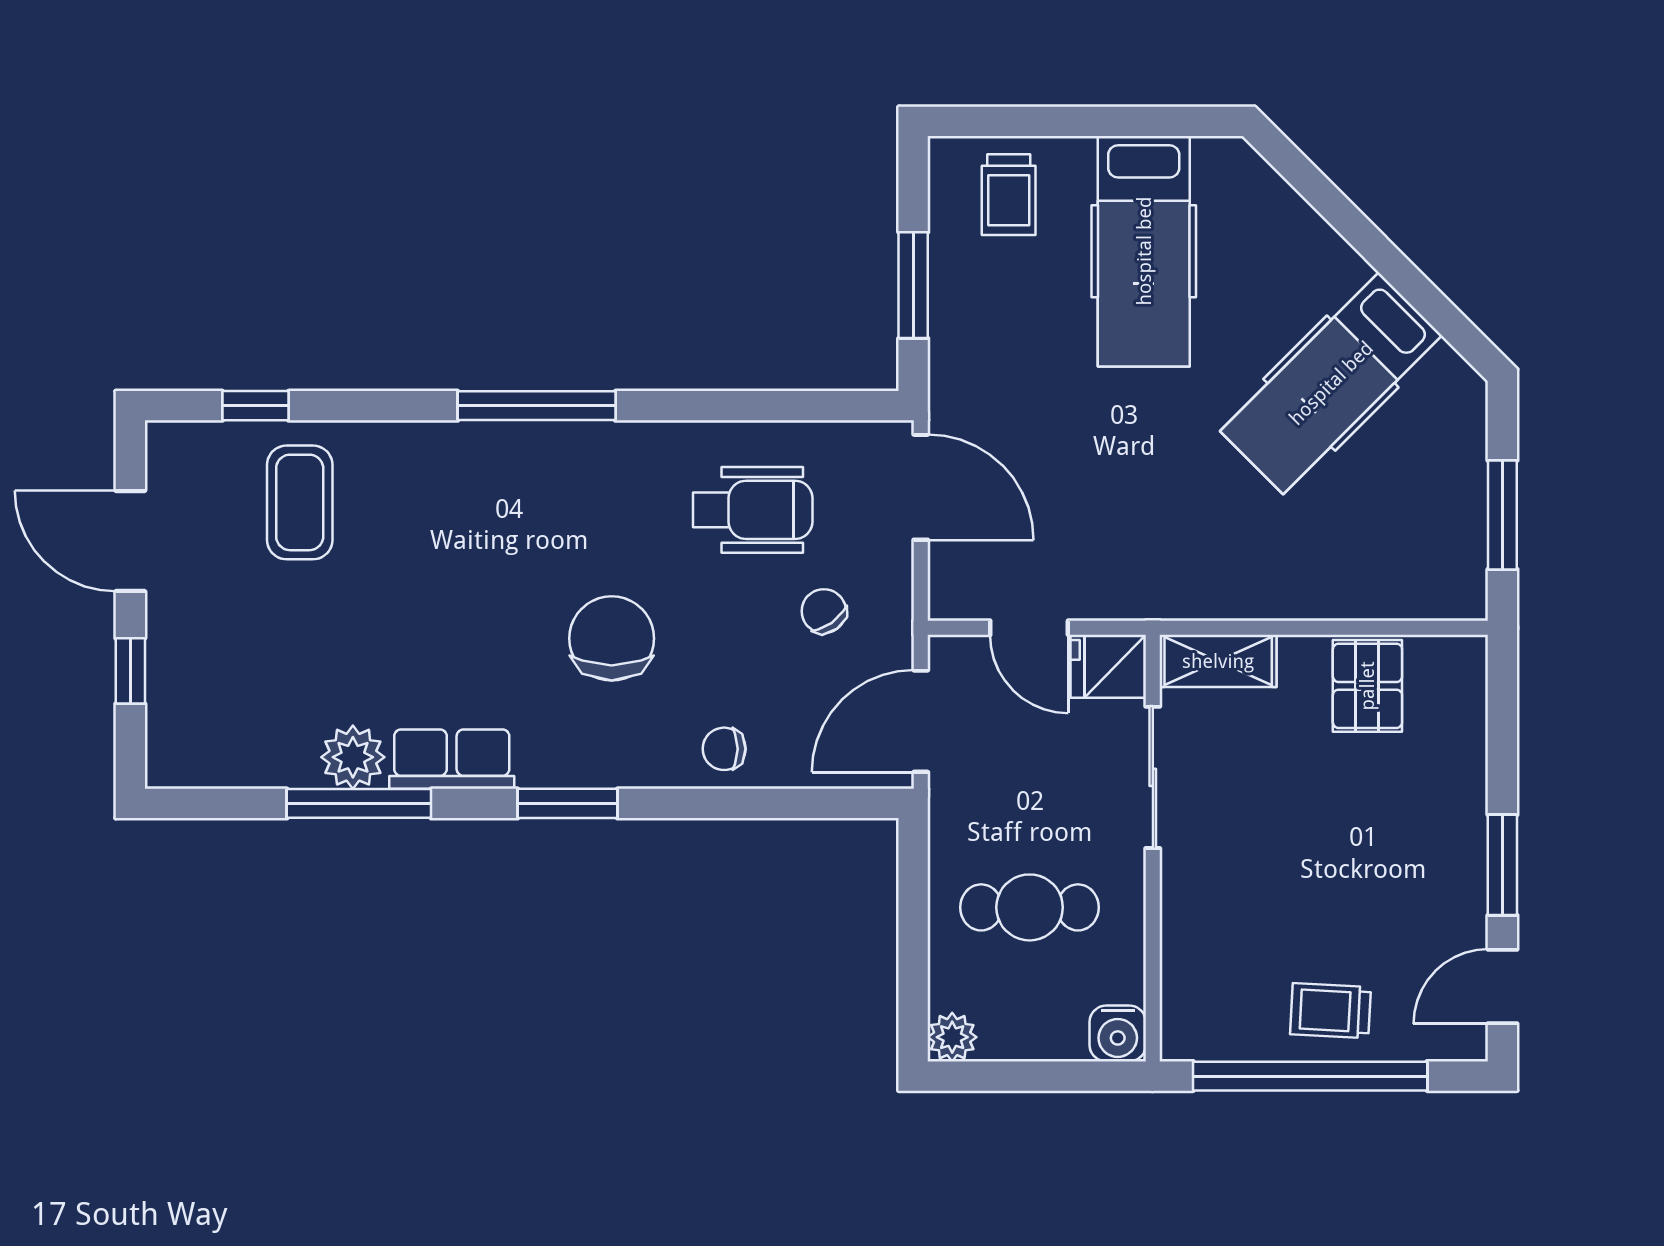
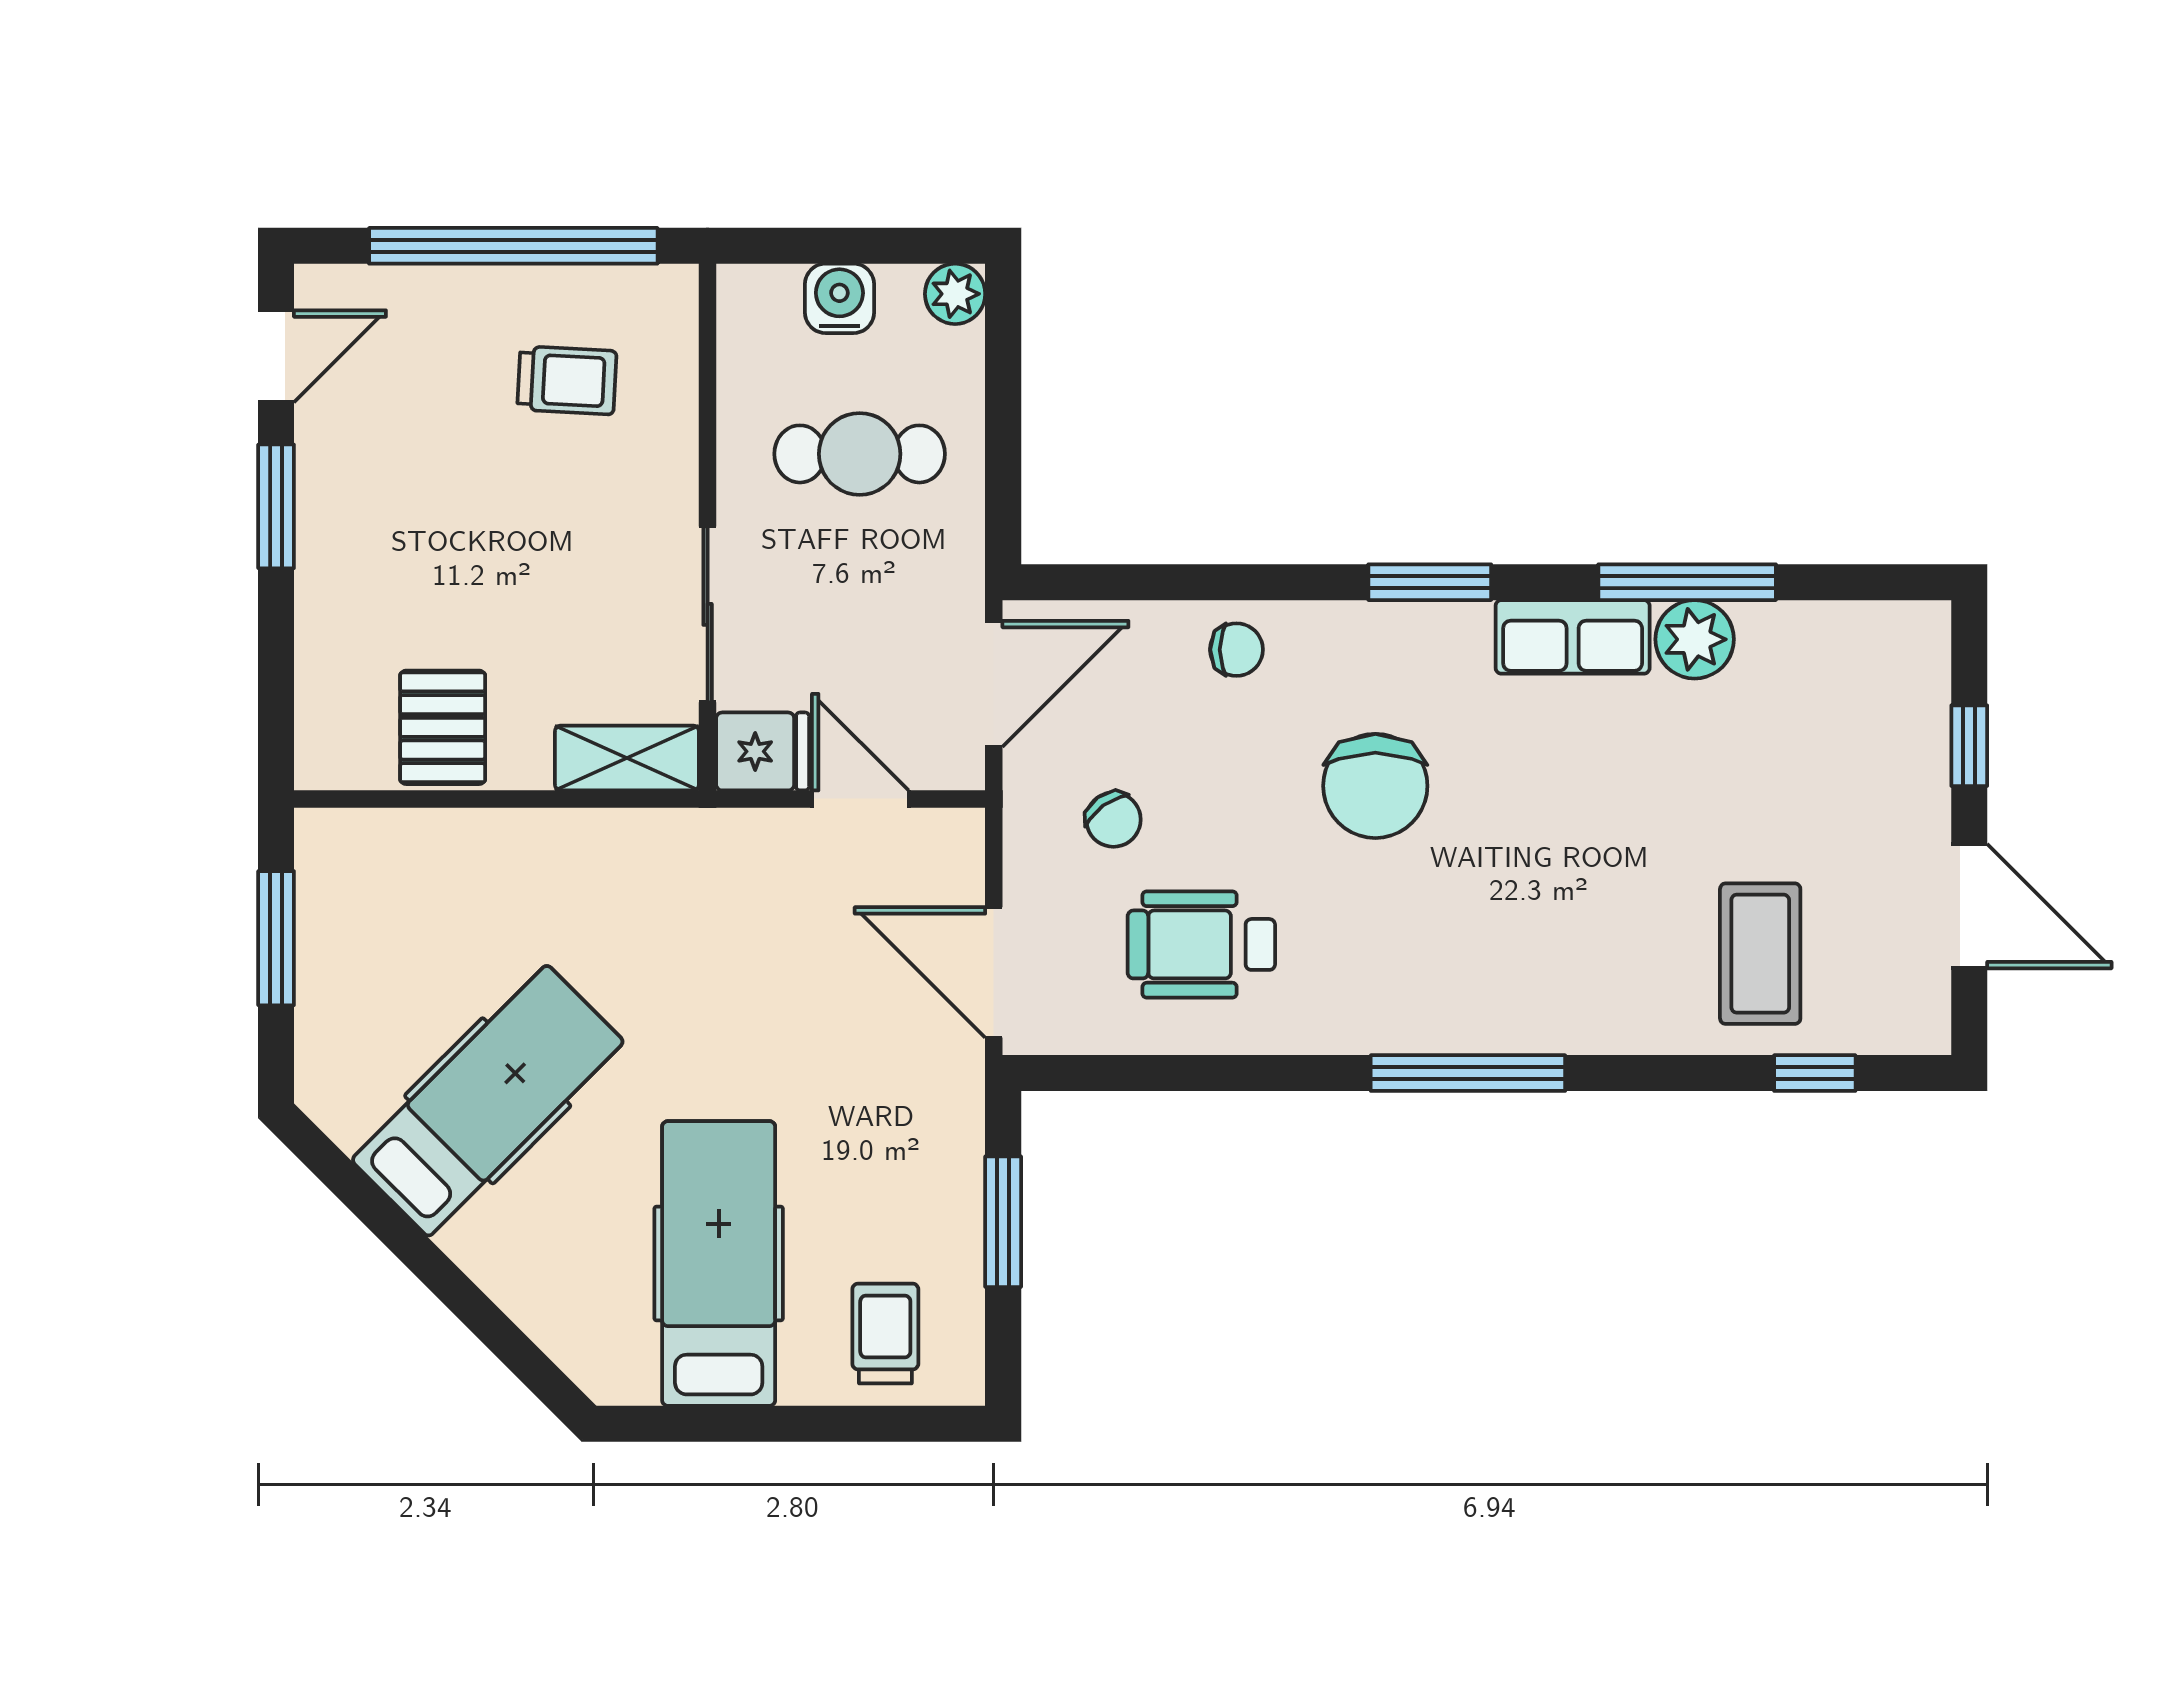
trolley: (1331, 1011) -> (567, 380), moved
water cooler: (1118, 1033) -> (839, 298), moved

